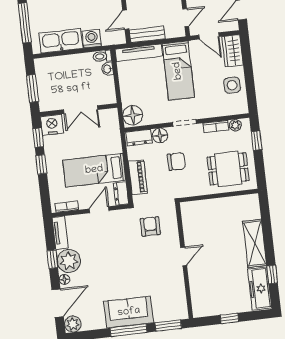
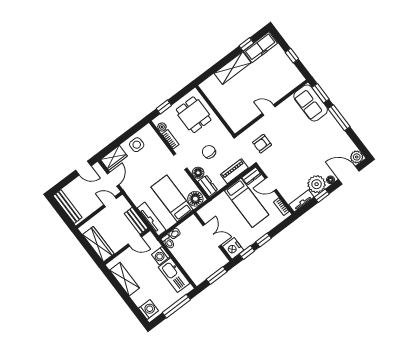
bed: (178, 71) -> (172, 198), moved, turned -90
sofa: (129, 312) -> (311, 103), moved

